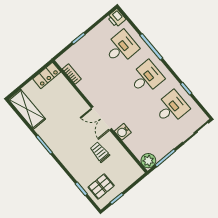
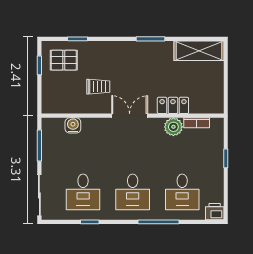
locker: (47, 75) -> (173, 105), moved, turned 90
water cooler: (123, 132) -> (73, 125), moved
plant: (148, 161) -> (173, 127), moved
pallet: (101, 186) -> (64, 60), turned 90

